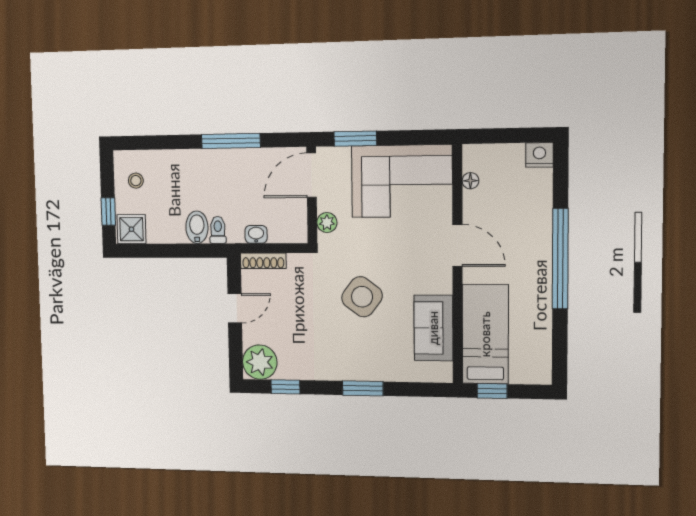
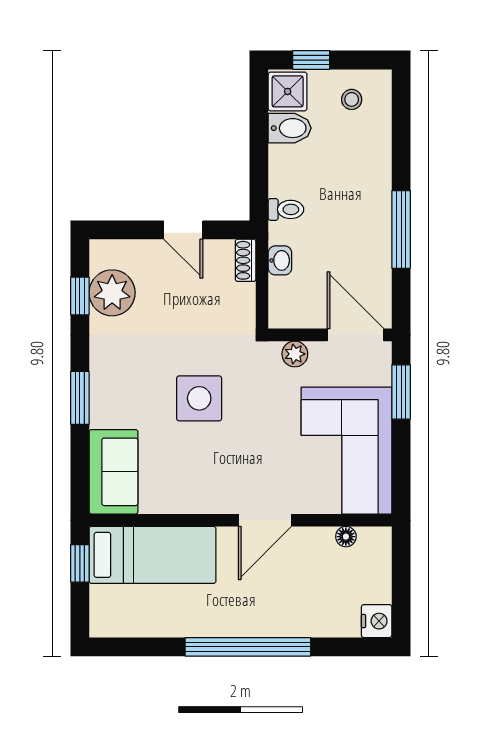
bidet: (197, 227) -> (290, 128), moved
shoe rack: (263, 261) -> (246, 260), width x0.70
side table: (362, 297) -> (199, 398), turned -37
sofa: (433, 328) -> (114, 472), moved, turned 90
plant: (260, 362) -> (112, 293), moved

